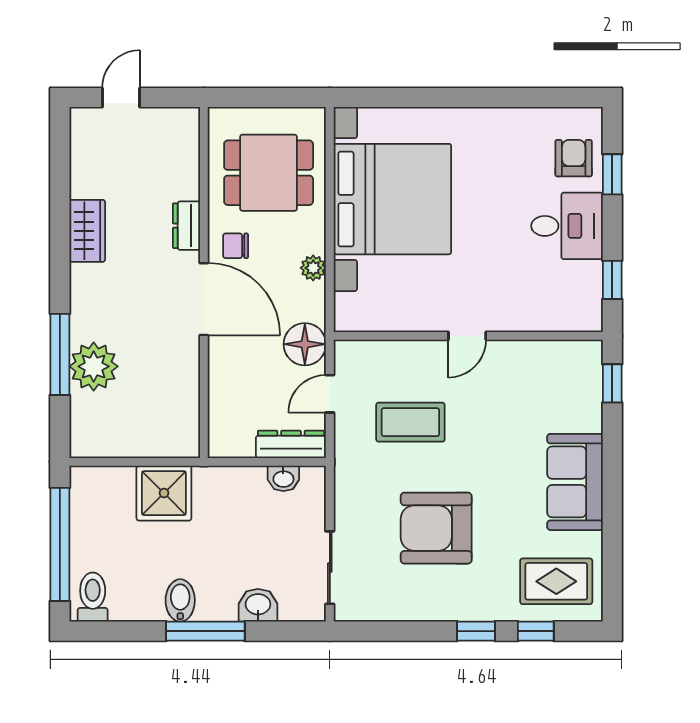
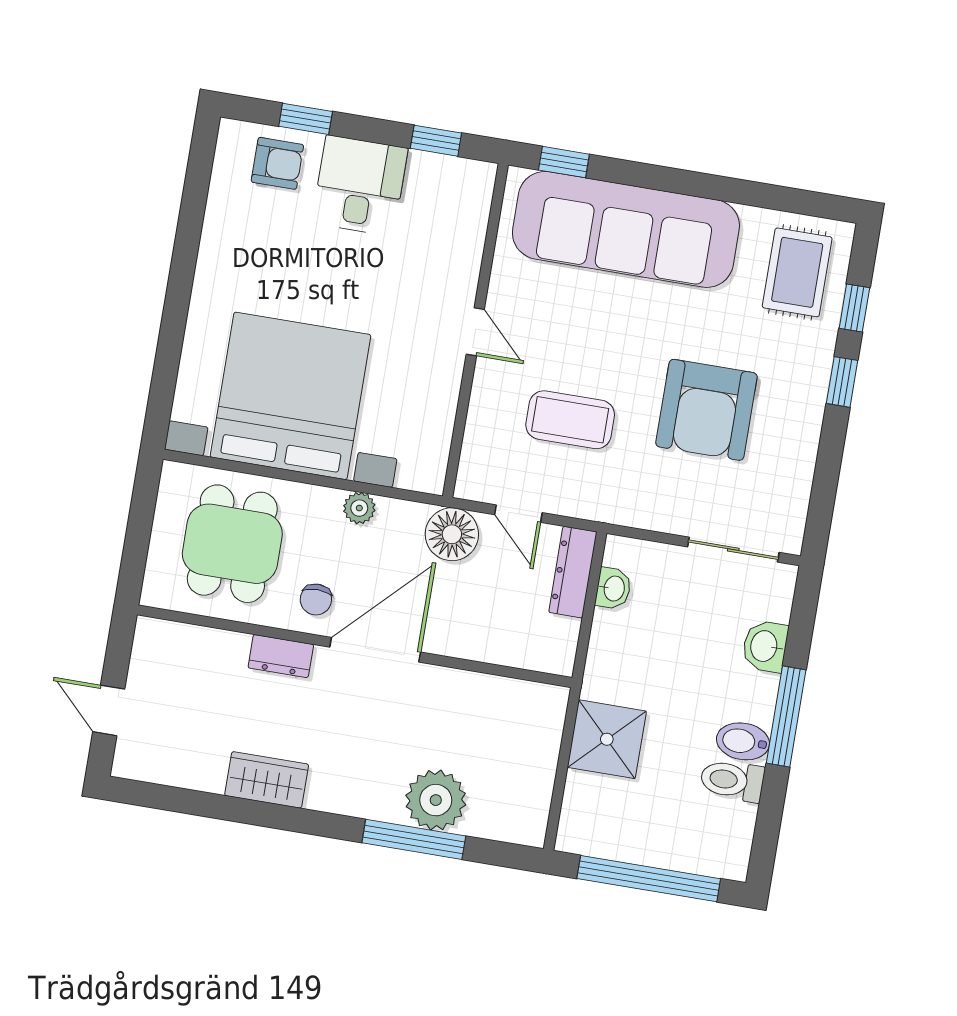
armchair: (574, 158) -> (277, 163), turned 180
coffee table: (410, 422) -> (570, 420), turned 90
sofa: (575, 482) -> (626, 229), width x1.85, depth x1.27
toilet: (93, 597) -> (732, 780), moved

